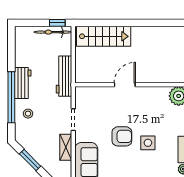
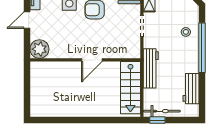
stairs: (104, 36) -> (130, 88), moved, turned -90
workbench: (23, 83) -> (191, 89), moved

